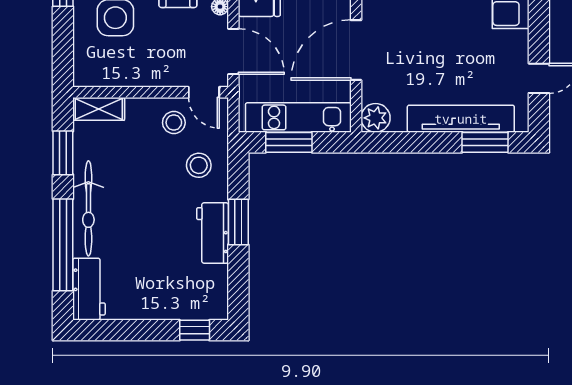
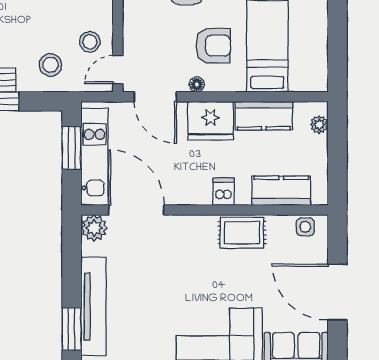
door: (356, 50) -> (136, 210), moved
door: (233, 51) -> (155, 97), hinge flipped

